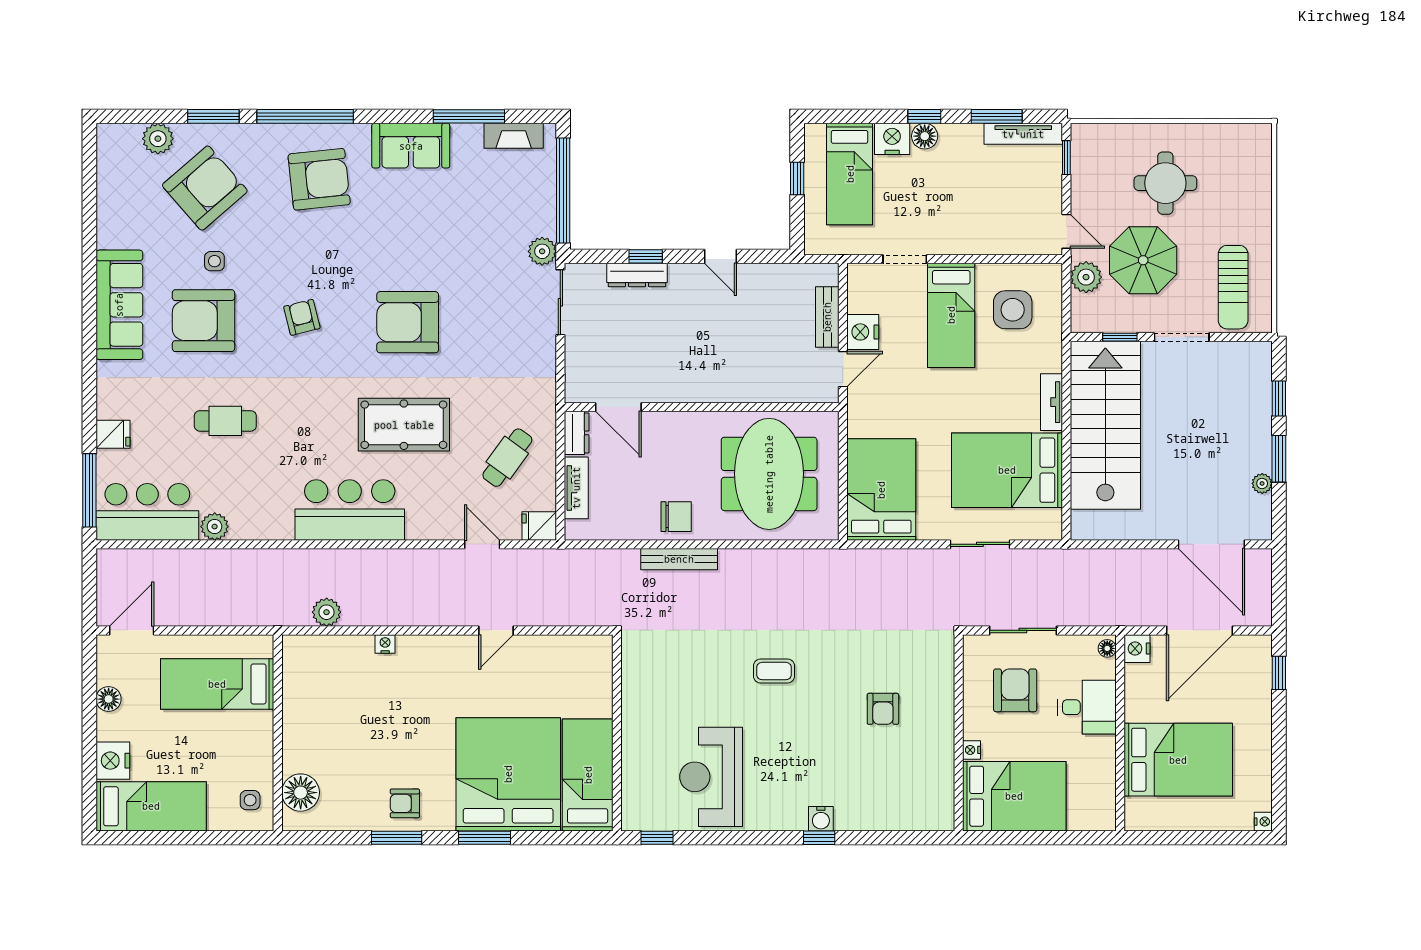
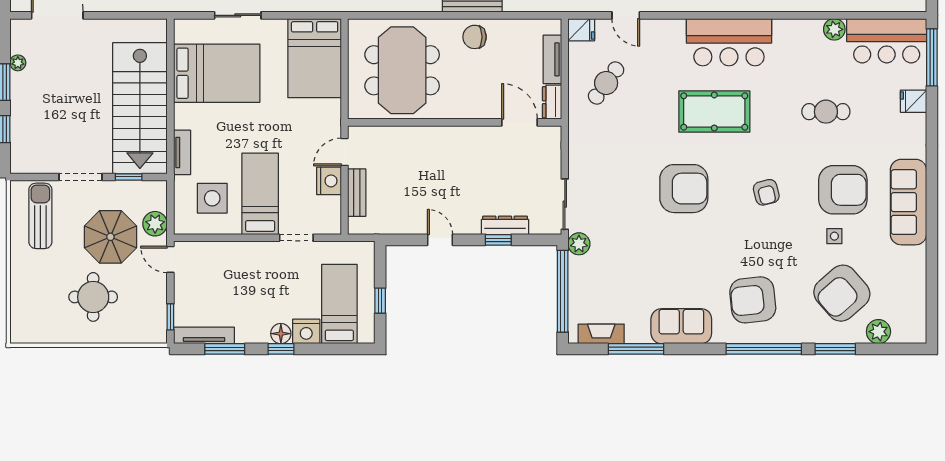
tv unit: (1051, 402) -> (182, 152), moved
pool table: (404, 425) -> (714, 111), moved

